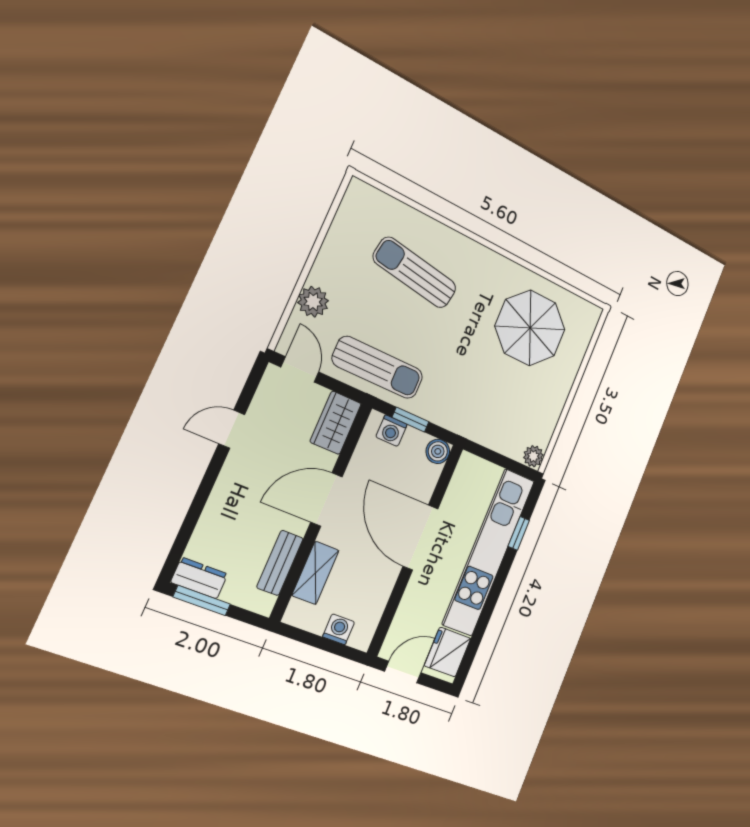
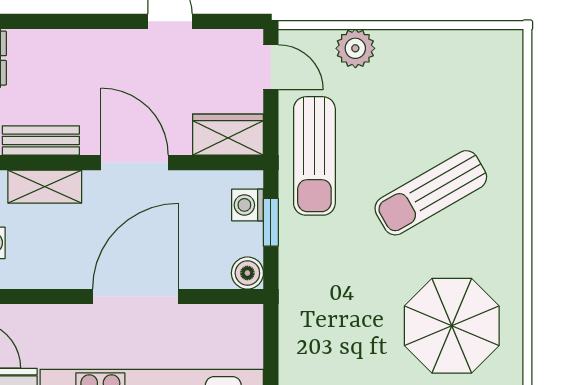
sun lounger: (415, 273) -> (431, 193), moved, turned -129
door: (300, 369) -> (271, 67), hinge flipped

